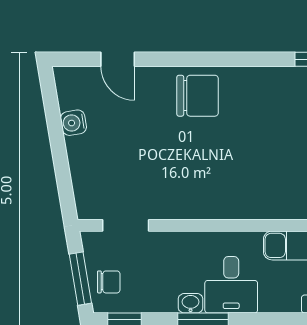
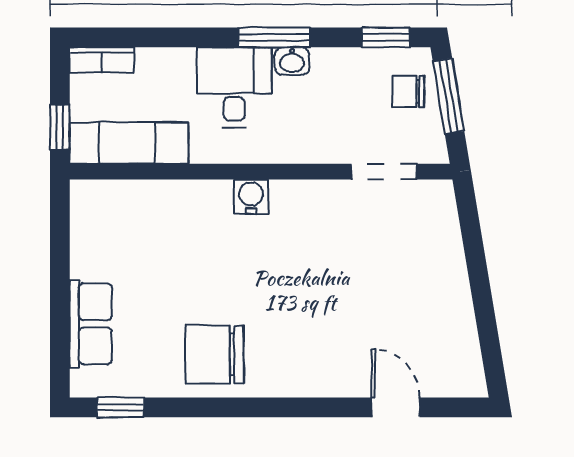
chair: (198, 96) -> (214, 354), moved
water cooler: (73, 123) -> (251, 197), moved, turned -81

